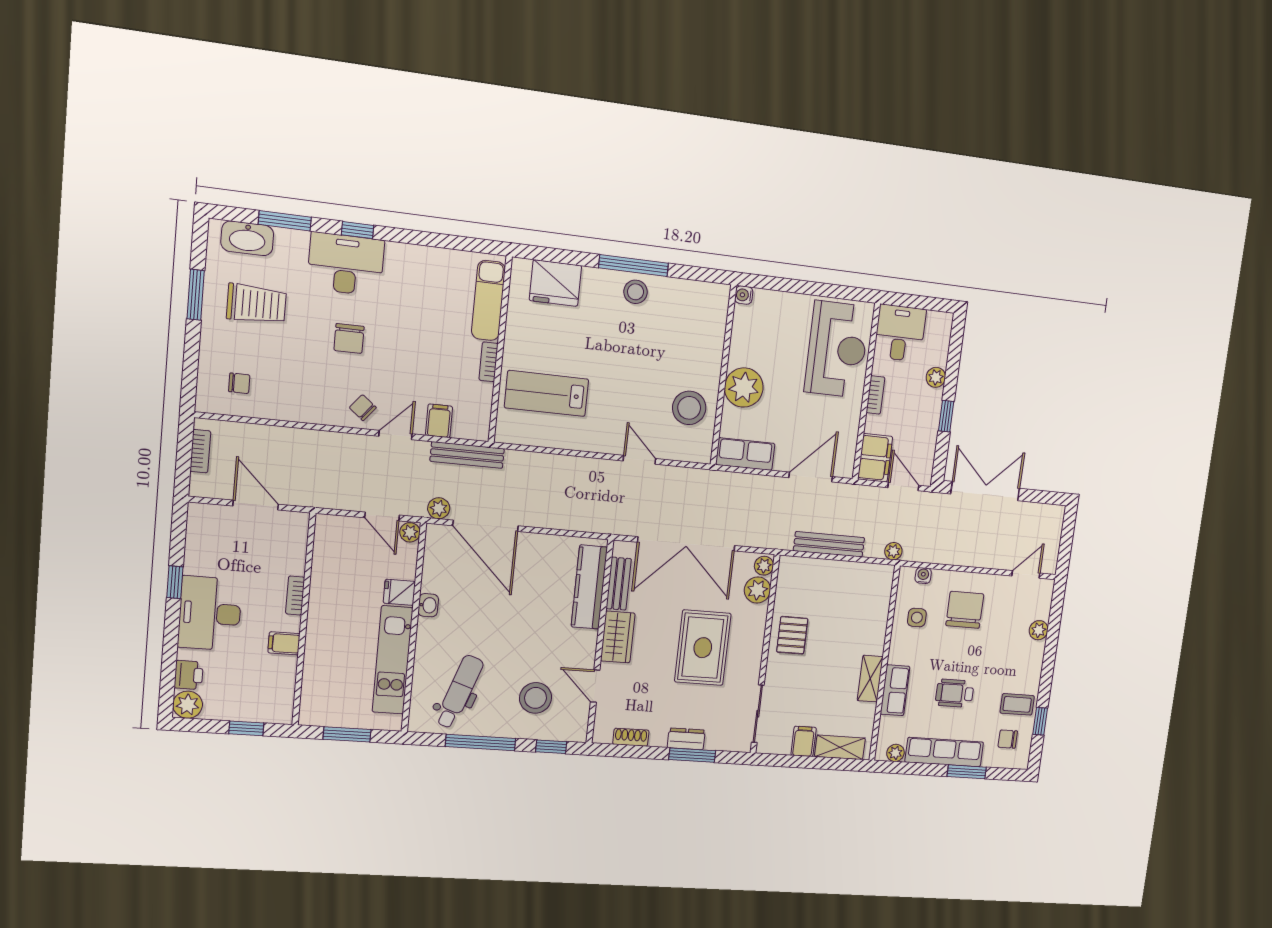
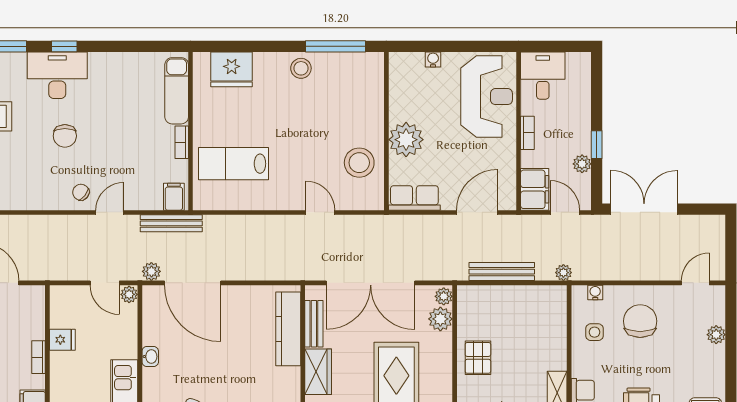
window: (634, 265) -> (335, 46), moved
water cooler: (744, 295) -> (433, 59), moved, turned 90
plant: (936, 377) -> (582, 164), moved
filing cabinet: (439, 421) -> (174, 197), moved
fridge: (399, 592) -> (62, 340), moved, turned 180

